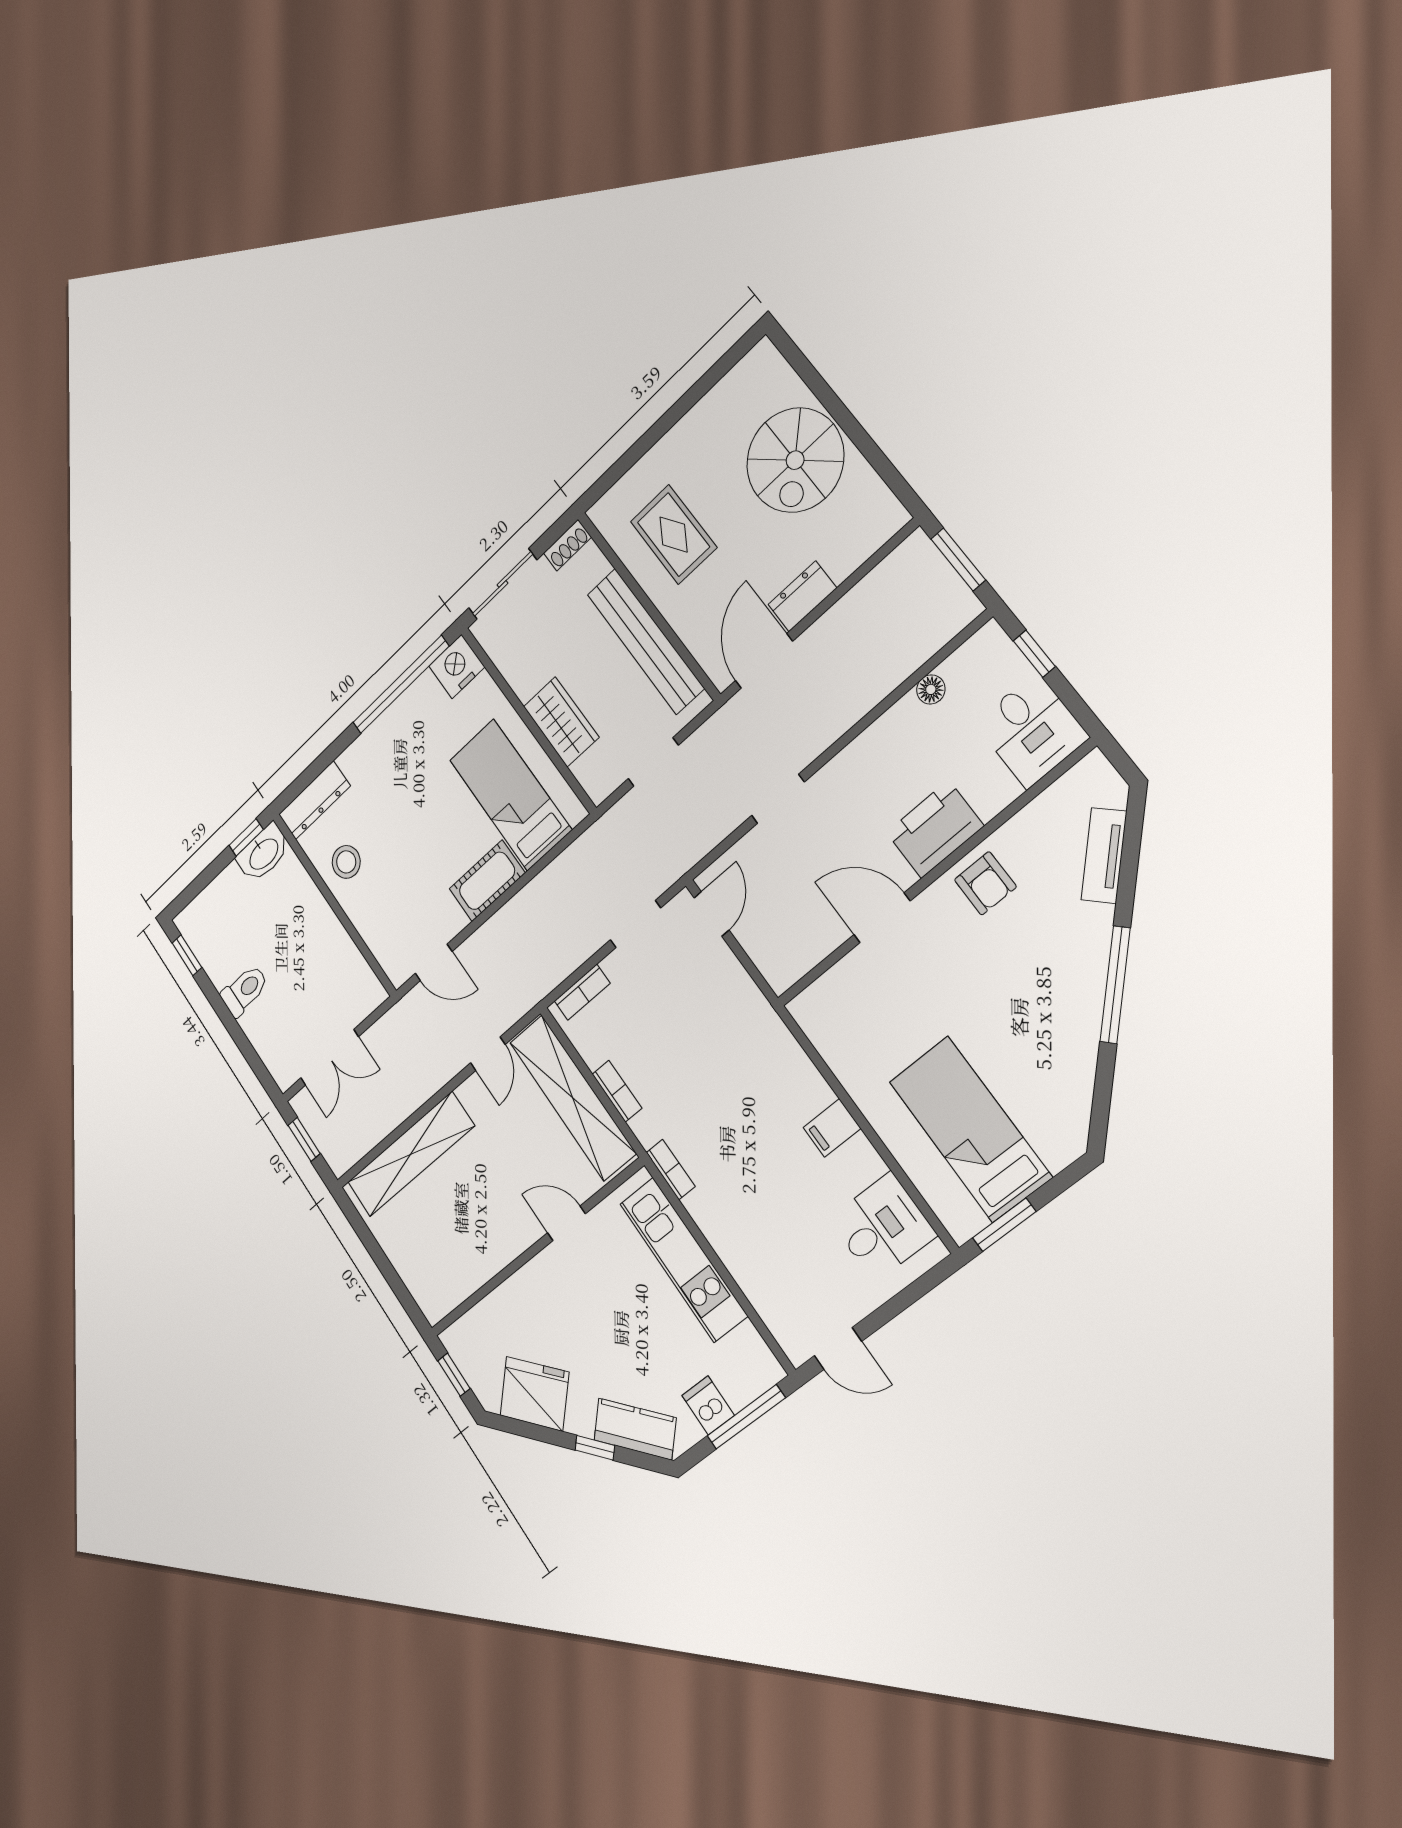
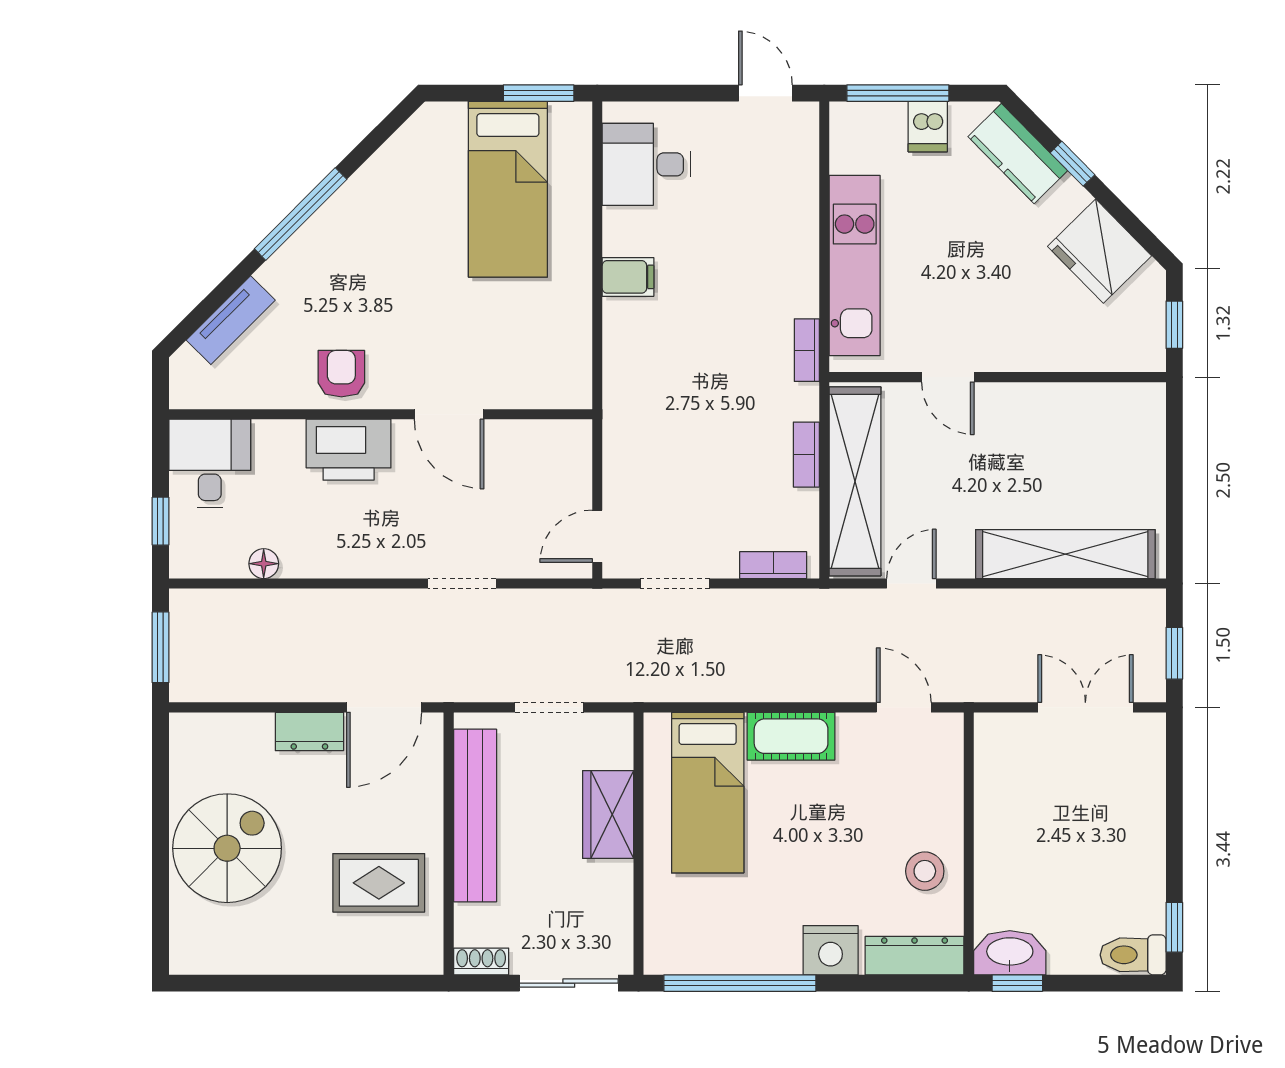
rug: (674, 535) -> (379, 883), turned 90
nightstand: (457, 667) -> (831, 950), moved
toilet: (245, 990) -> (1133, 955), moved

